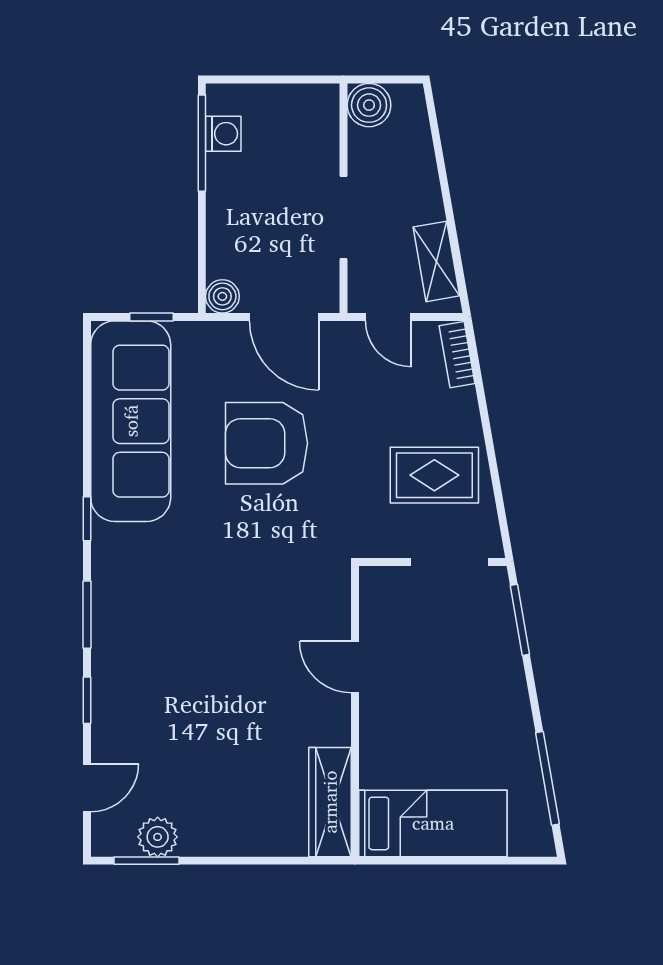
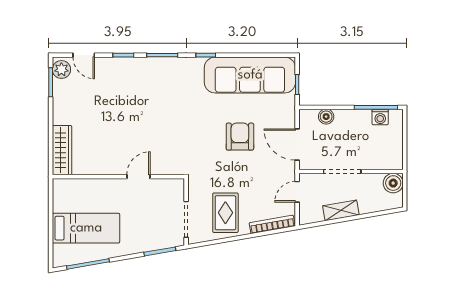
shelving: (436, 261) -> (341, 210), moved
boiler: (222, 296) -> (326, 117), moved
door: (284, 317) -> (297, 145), hinge flipped
bookcase: (457, 355) -> (272, 224), width x1.56
armchair: (267, 443) -> (240, 137), width x0.73, depth x0.73
wardrobe: (330, 802) -> (62, 150), moved, turned 90
bed: (433, 823) -> (86, 228), moved, turned -90
plant: (158, 837) -> (61, 69), moved

